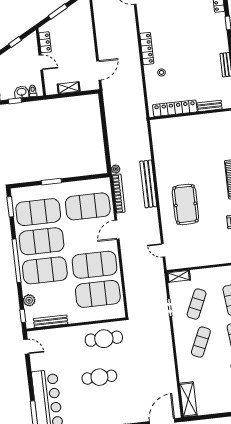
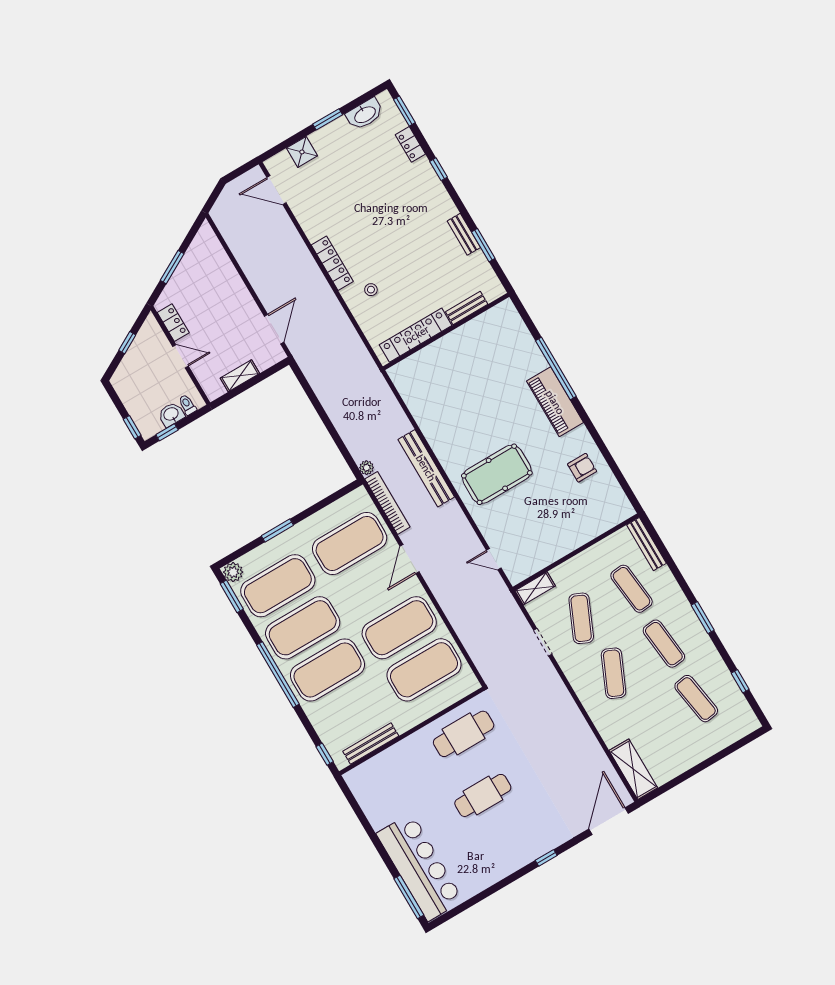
pool table: (185, 204) -> (497, 474), turned 90
plant: (29, 300) -> (233, 572), moved
door: (26, 347) -> (351, 799), removed

